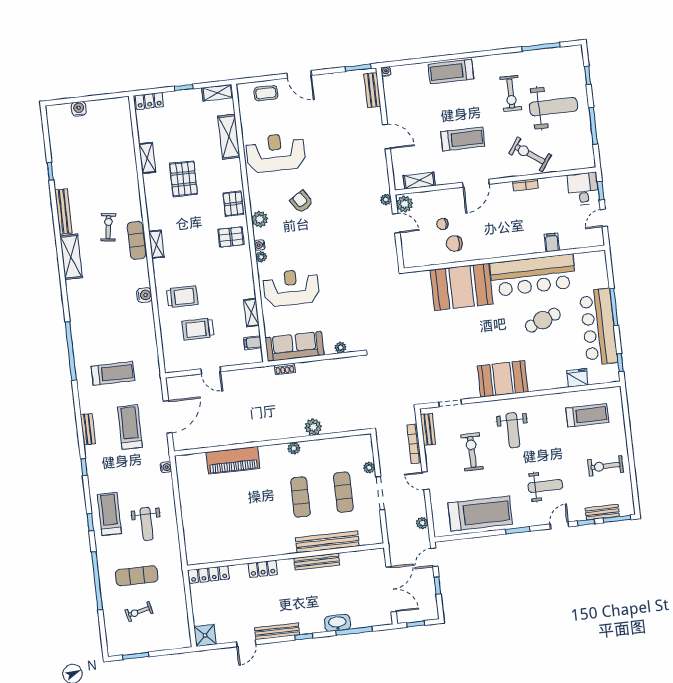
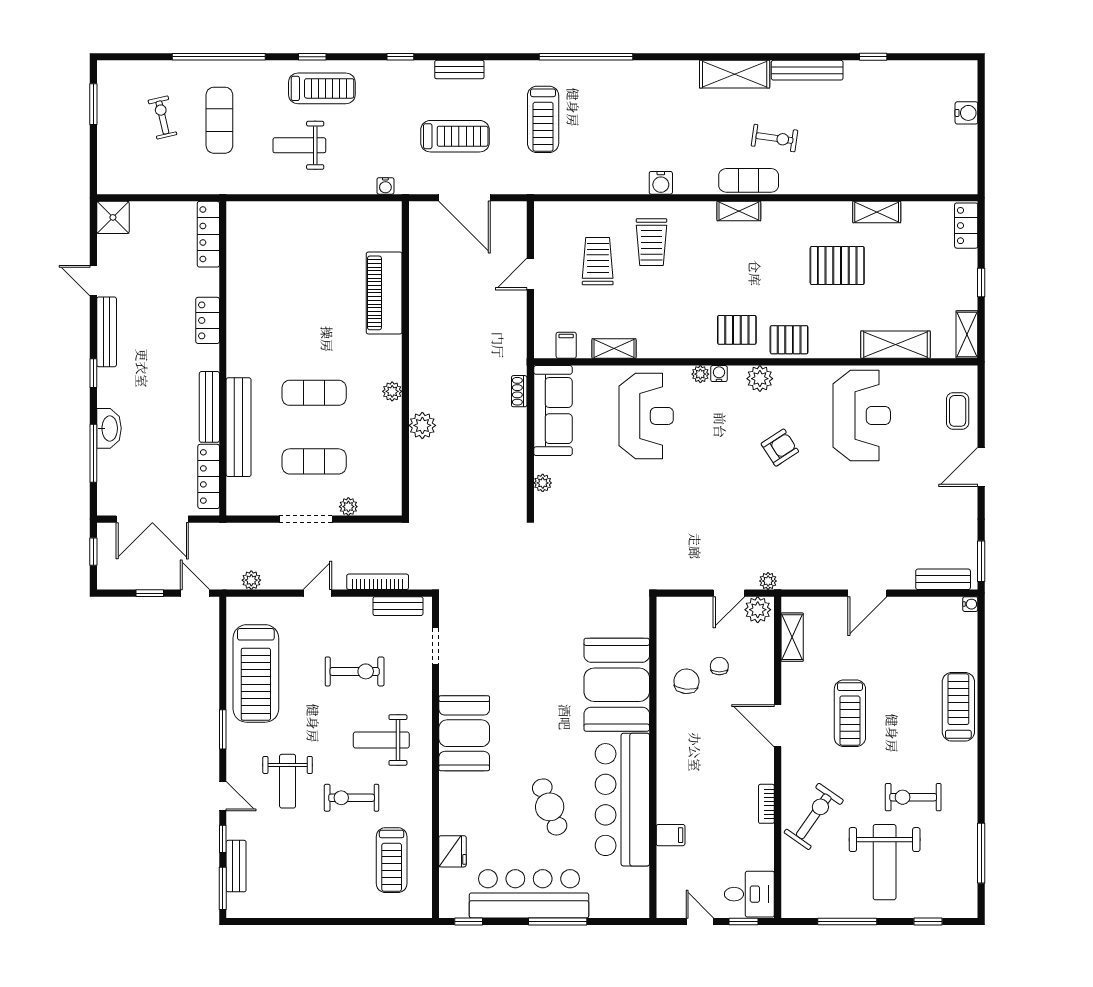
pallet: (231, 237) -> (737, 330), turned 90
exercise bike: (605, 466) -> (352, 798), moved, turned -90
locker: (360, 557) -> (209, 476), added

